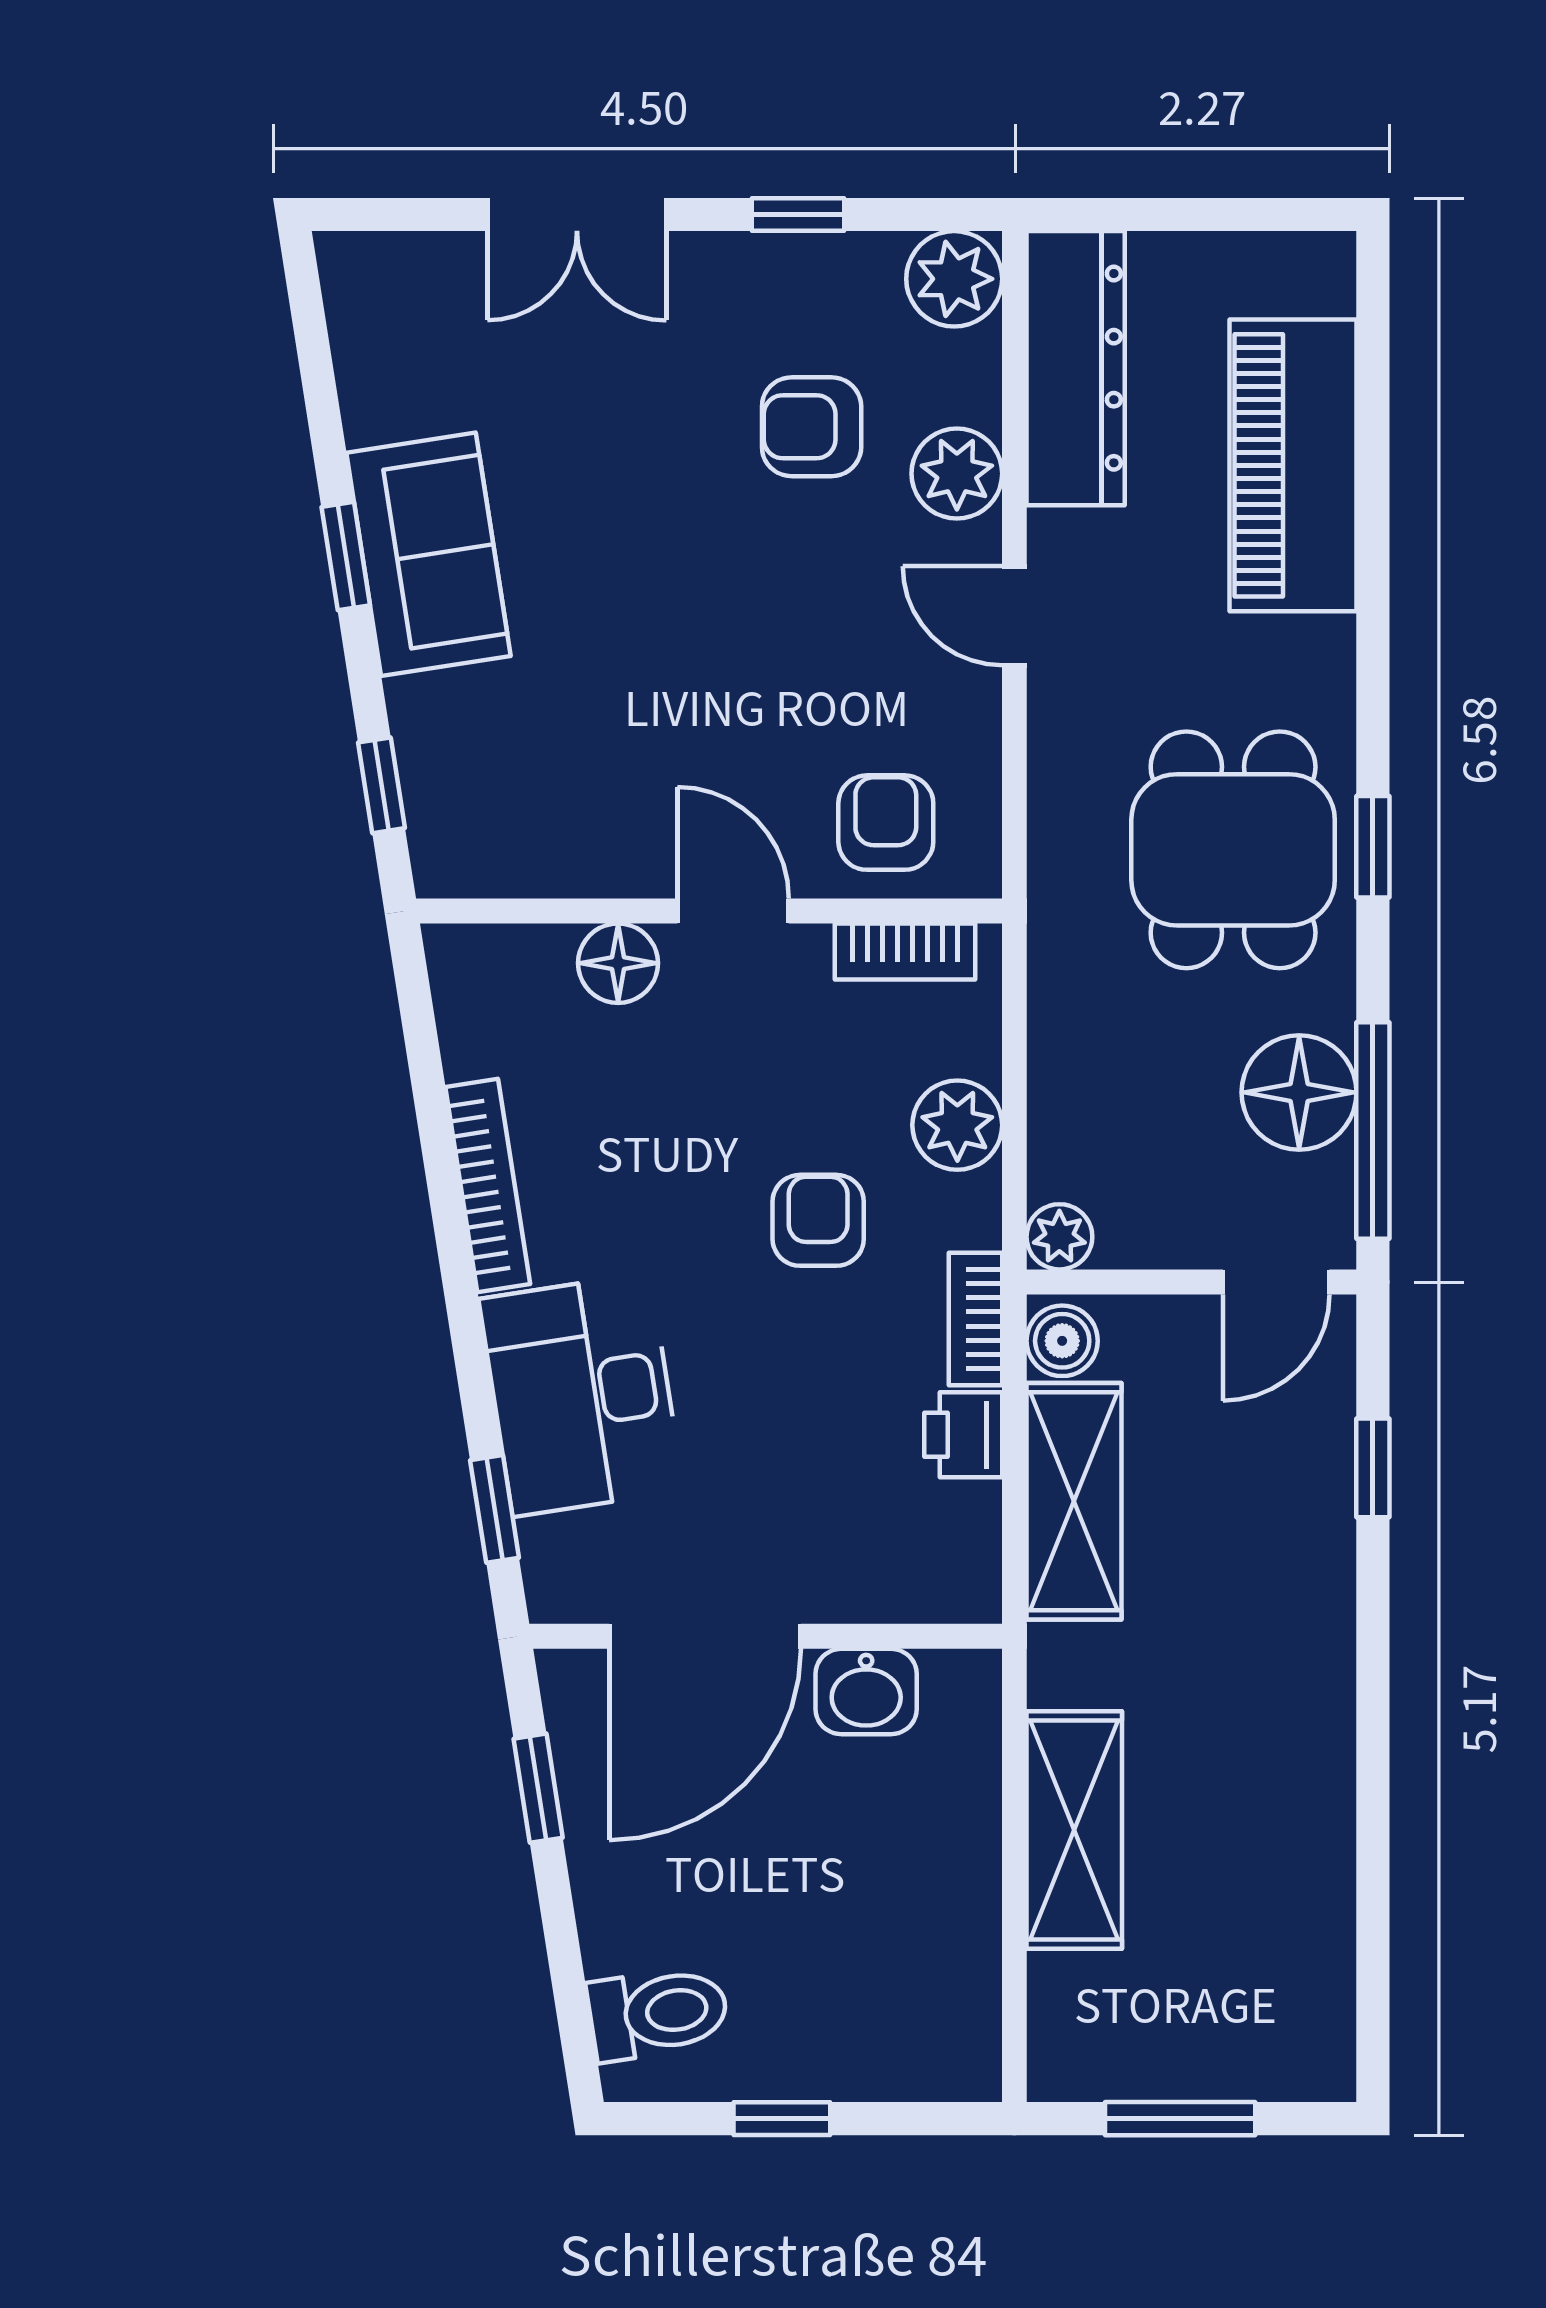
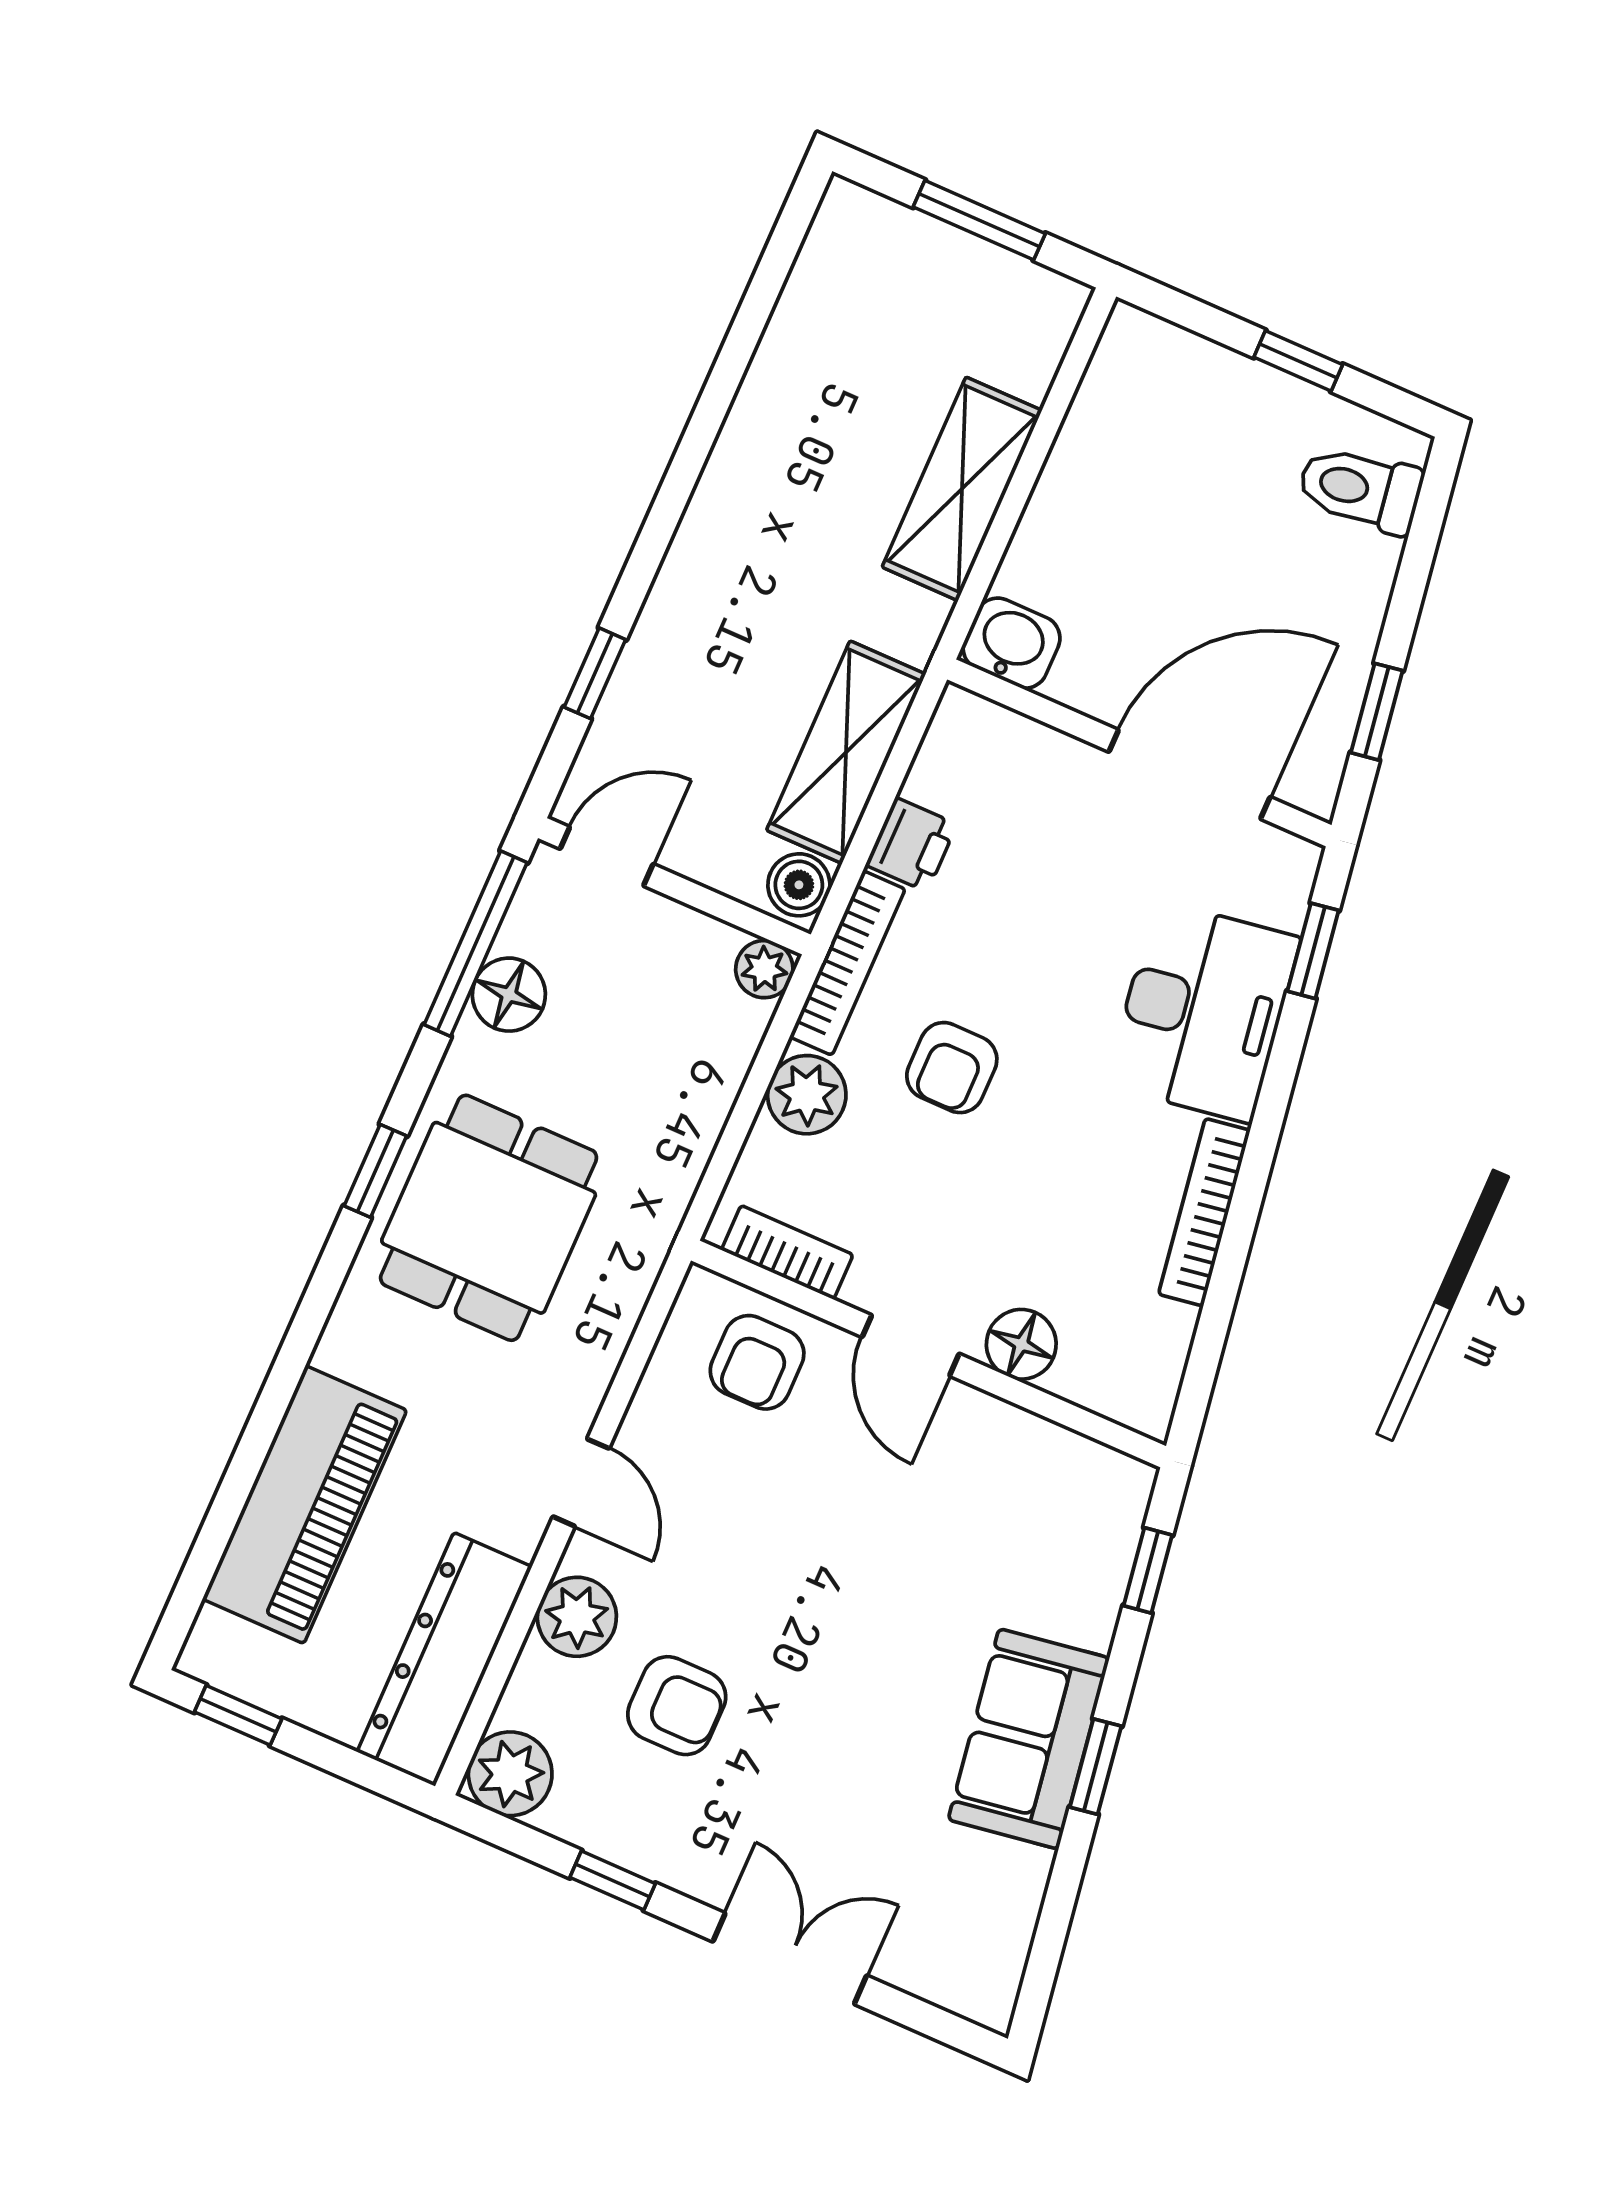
window: (1266, 214) -> (238, 1715), added
floor lamp: (1299, 1092) -> (509, 995), width x0.73, depth x0.73
bookcase: (975, 1319) -> (847, 963), width x1.56
washbasin: (866, 1692) -> (1012, 643), moved

